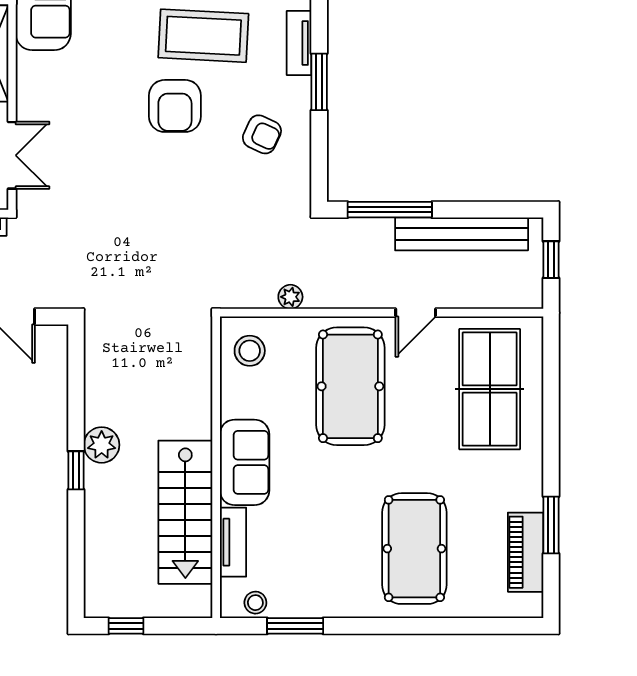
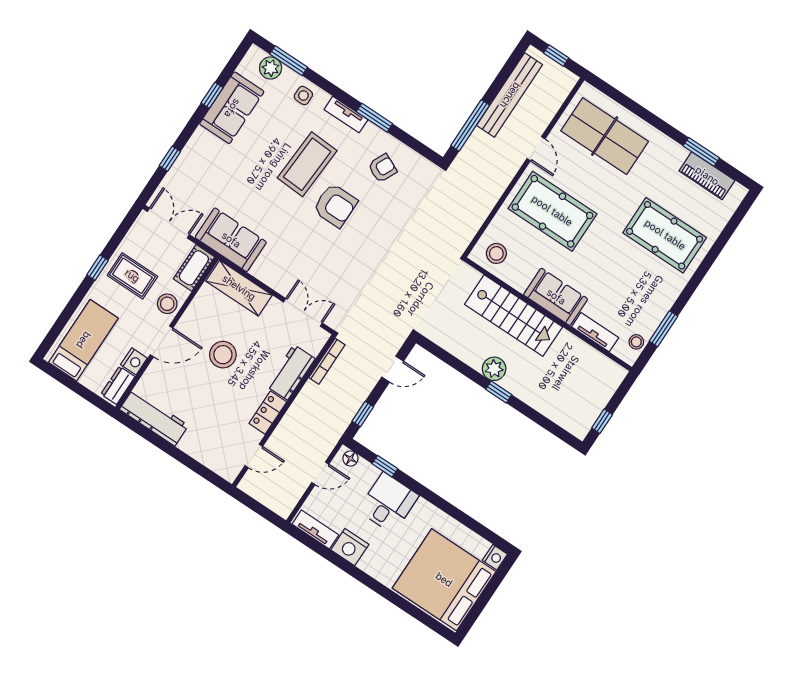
plant: (290, 297) -> (482, 212), removed
stairs: (185, 512) -> (514, 316), moved

